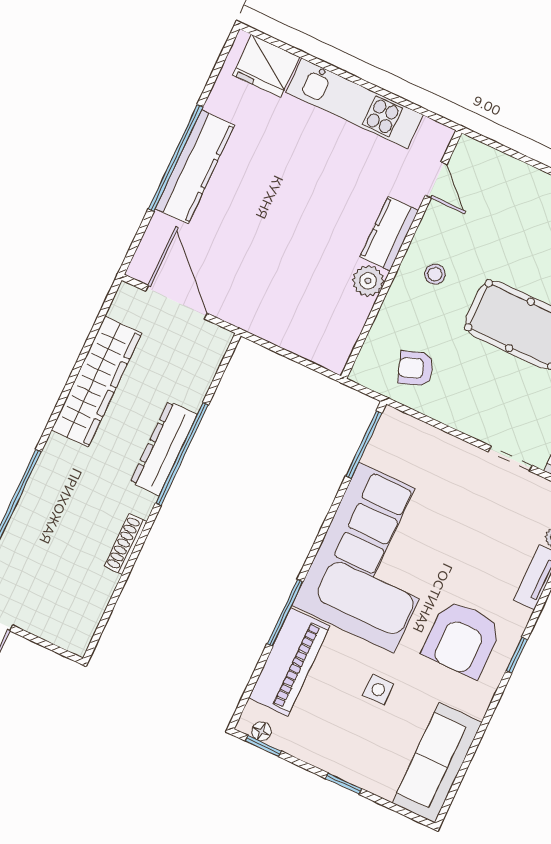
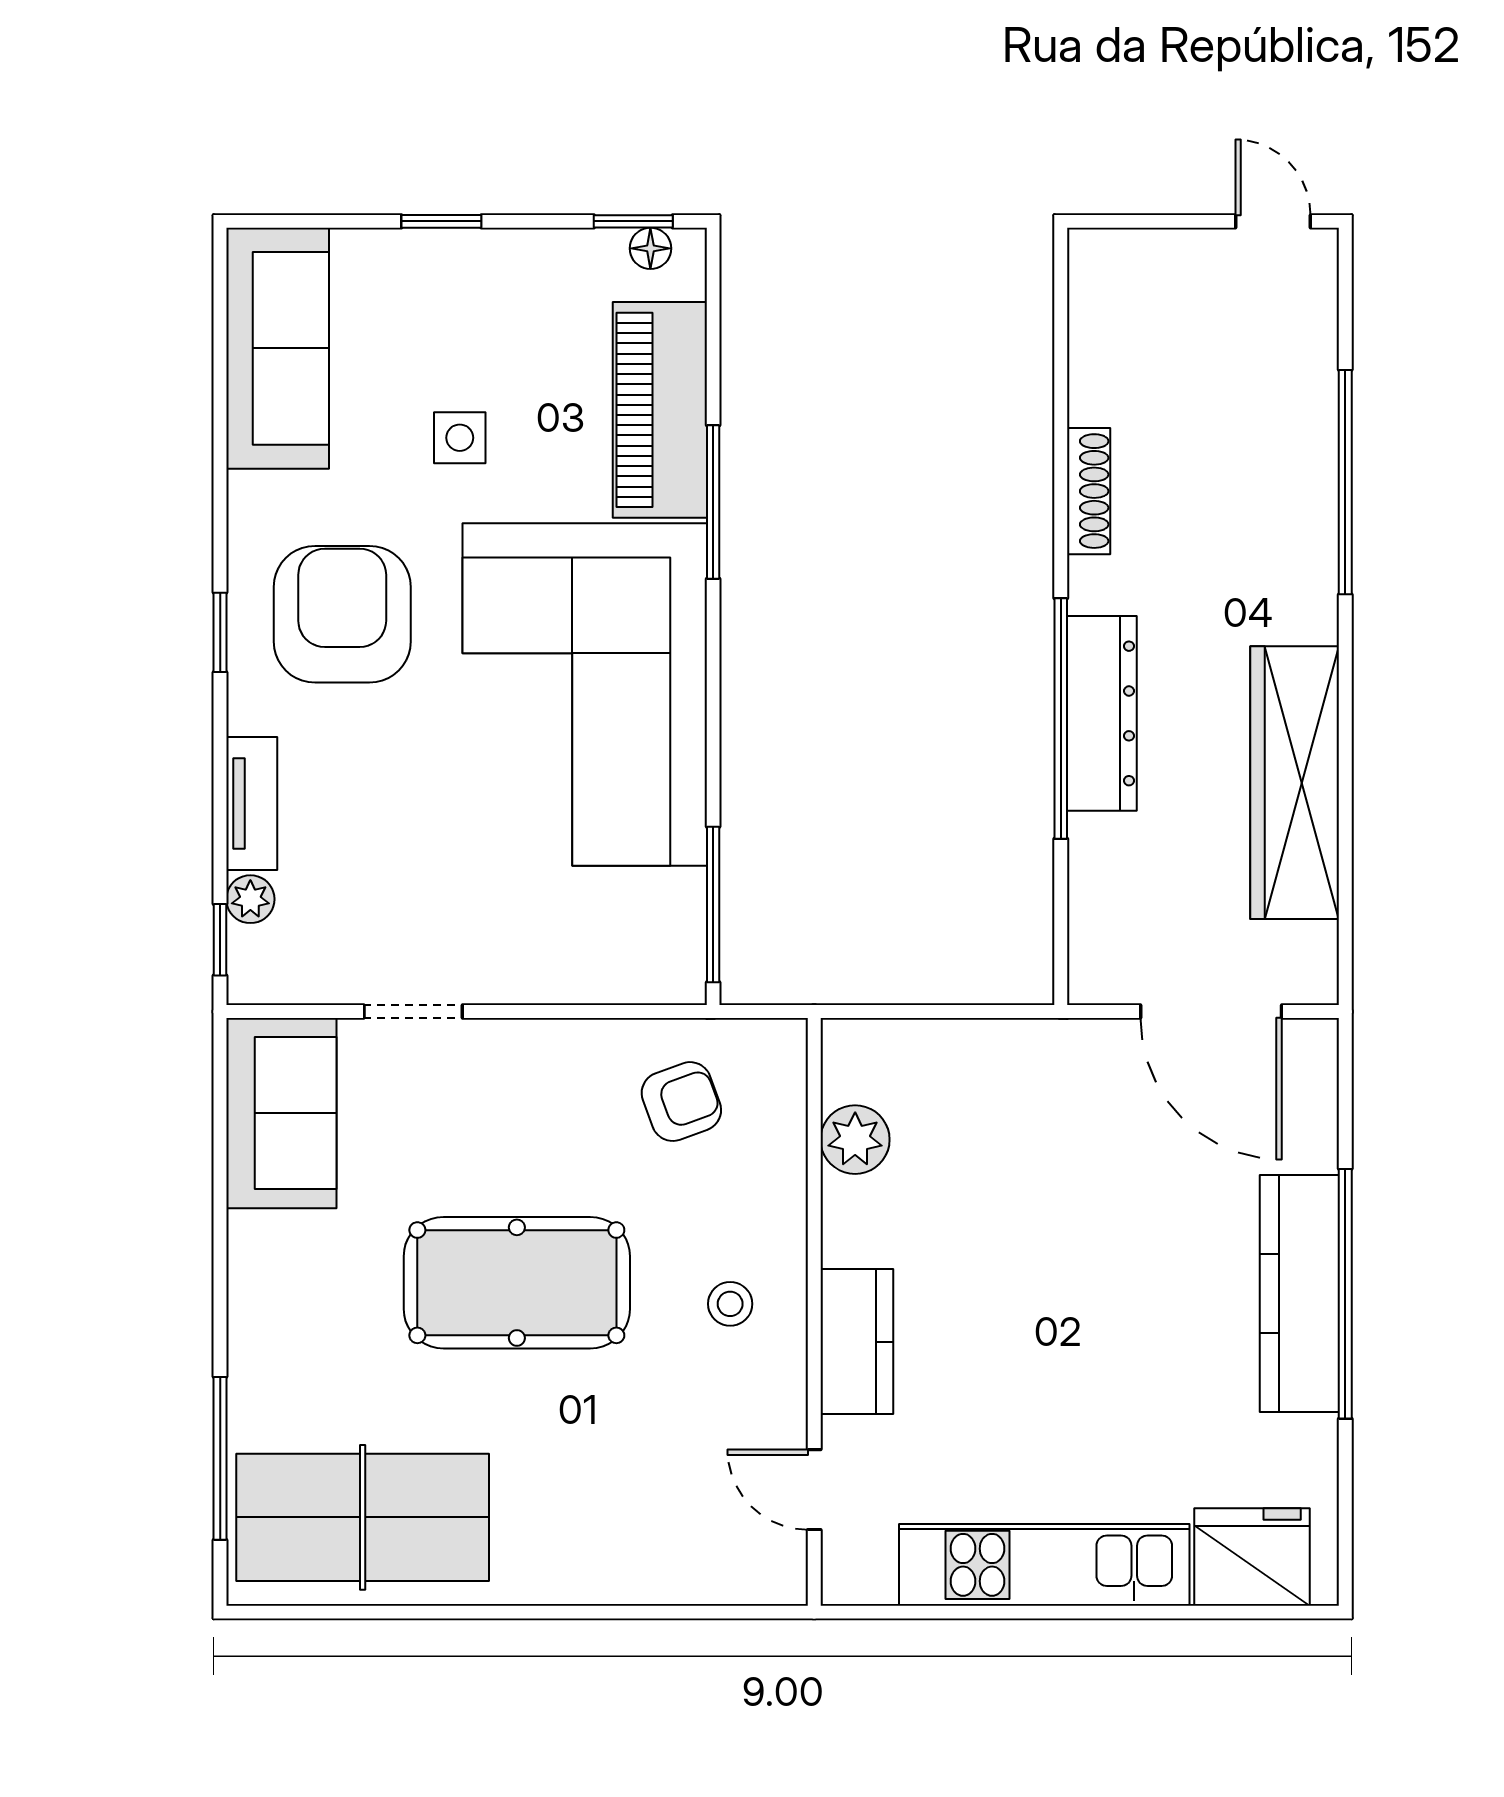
plant: (368, 281) -> (855, 1140), moved

